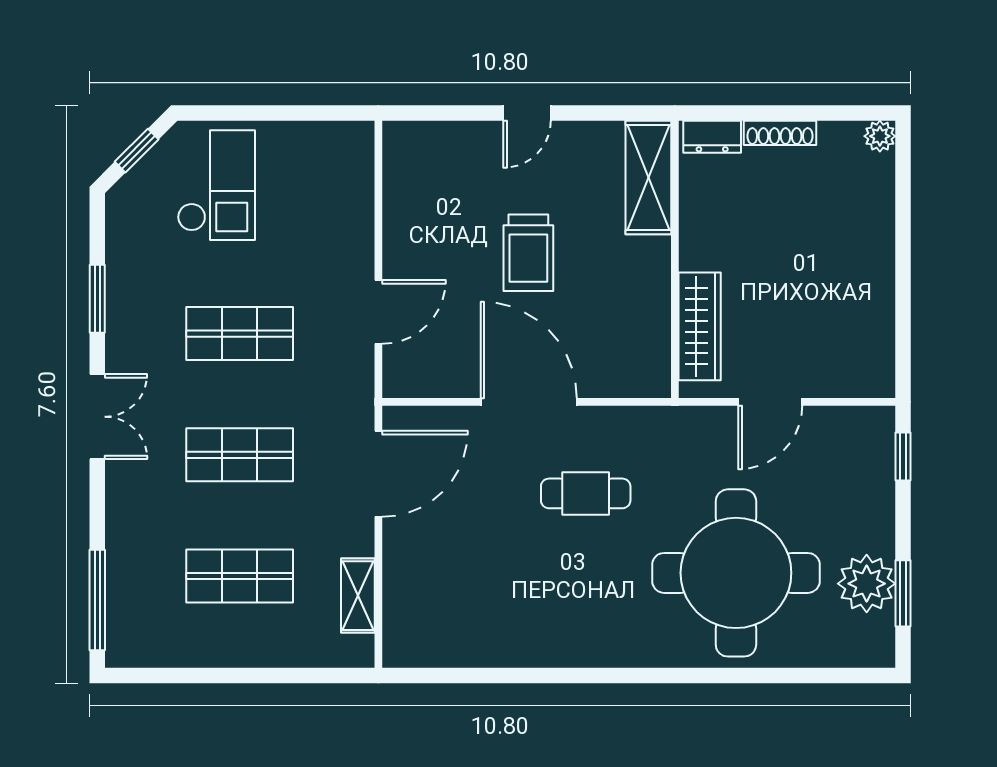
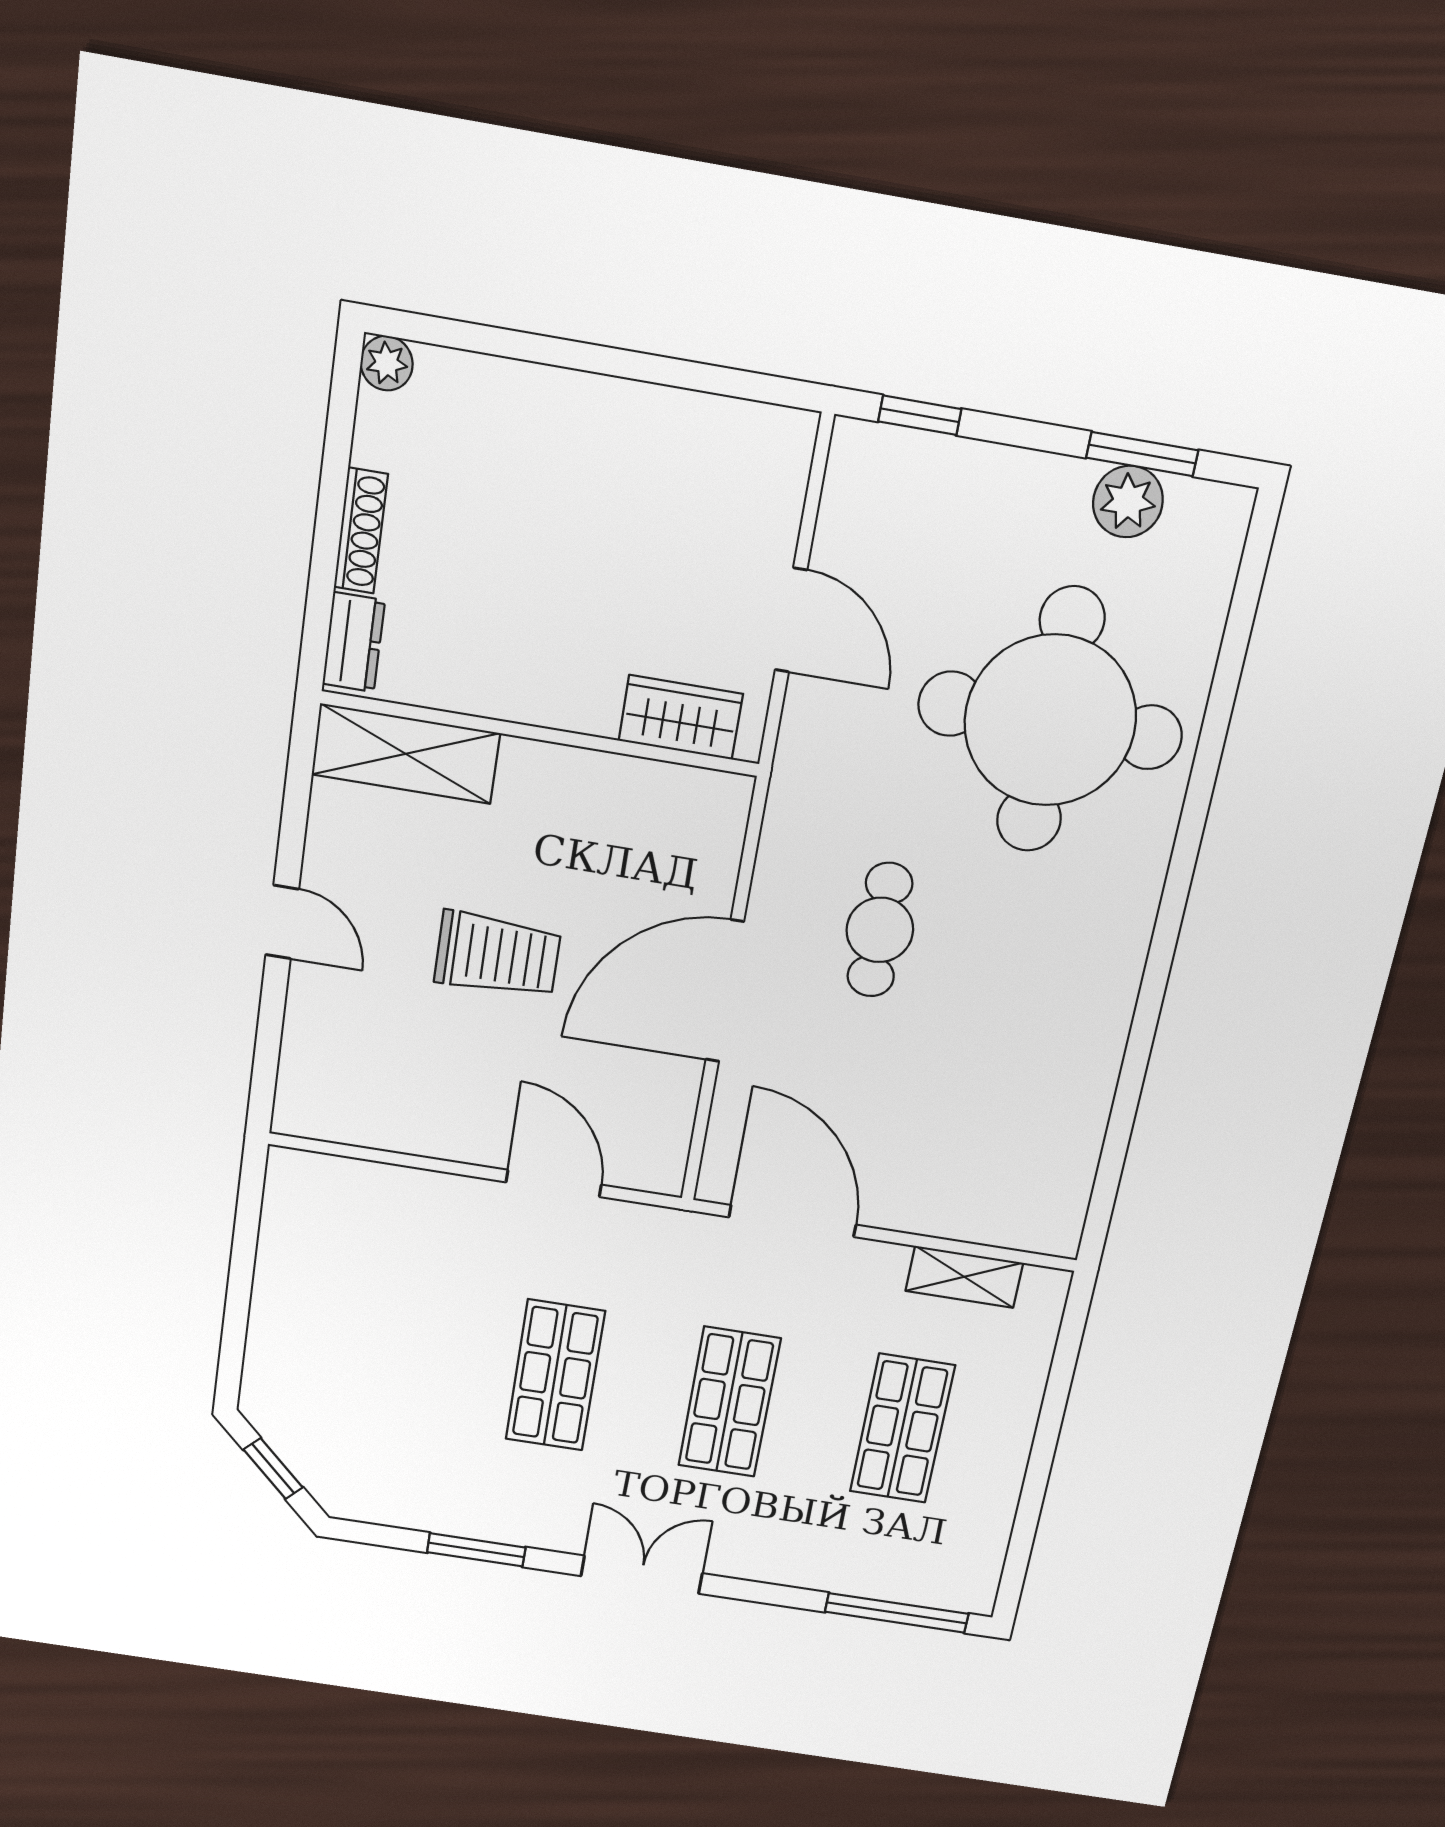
checkout: (216, 185) -> (336, 1373), removed
wardrobe: (700, 326) -> (681, 717), width x0.67
plant: (867, 584) -> (1128, 502), width x0.73, depth x0.73

